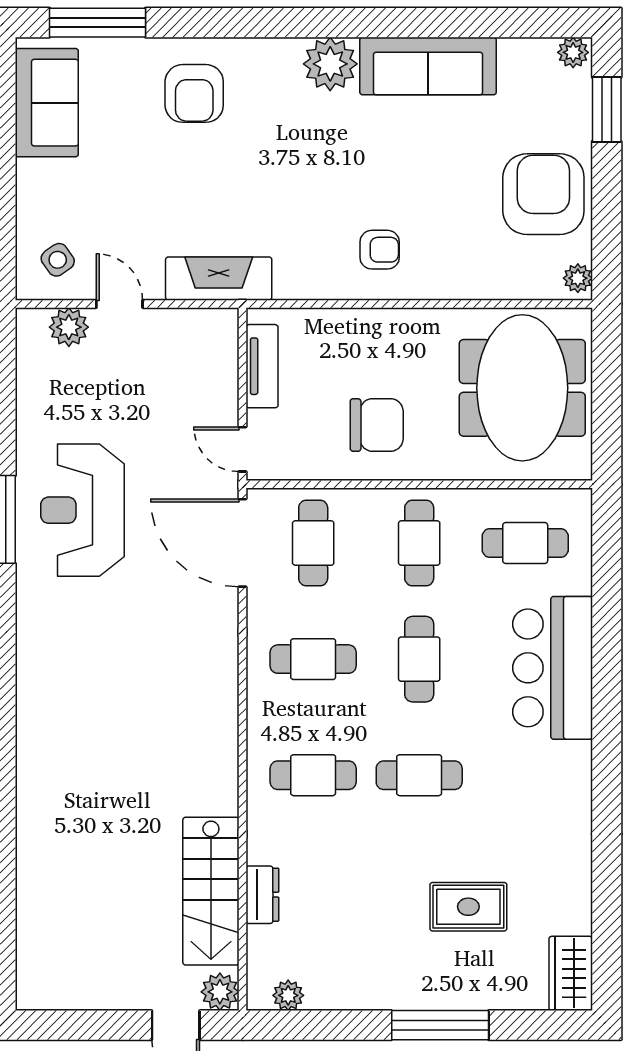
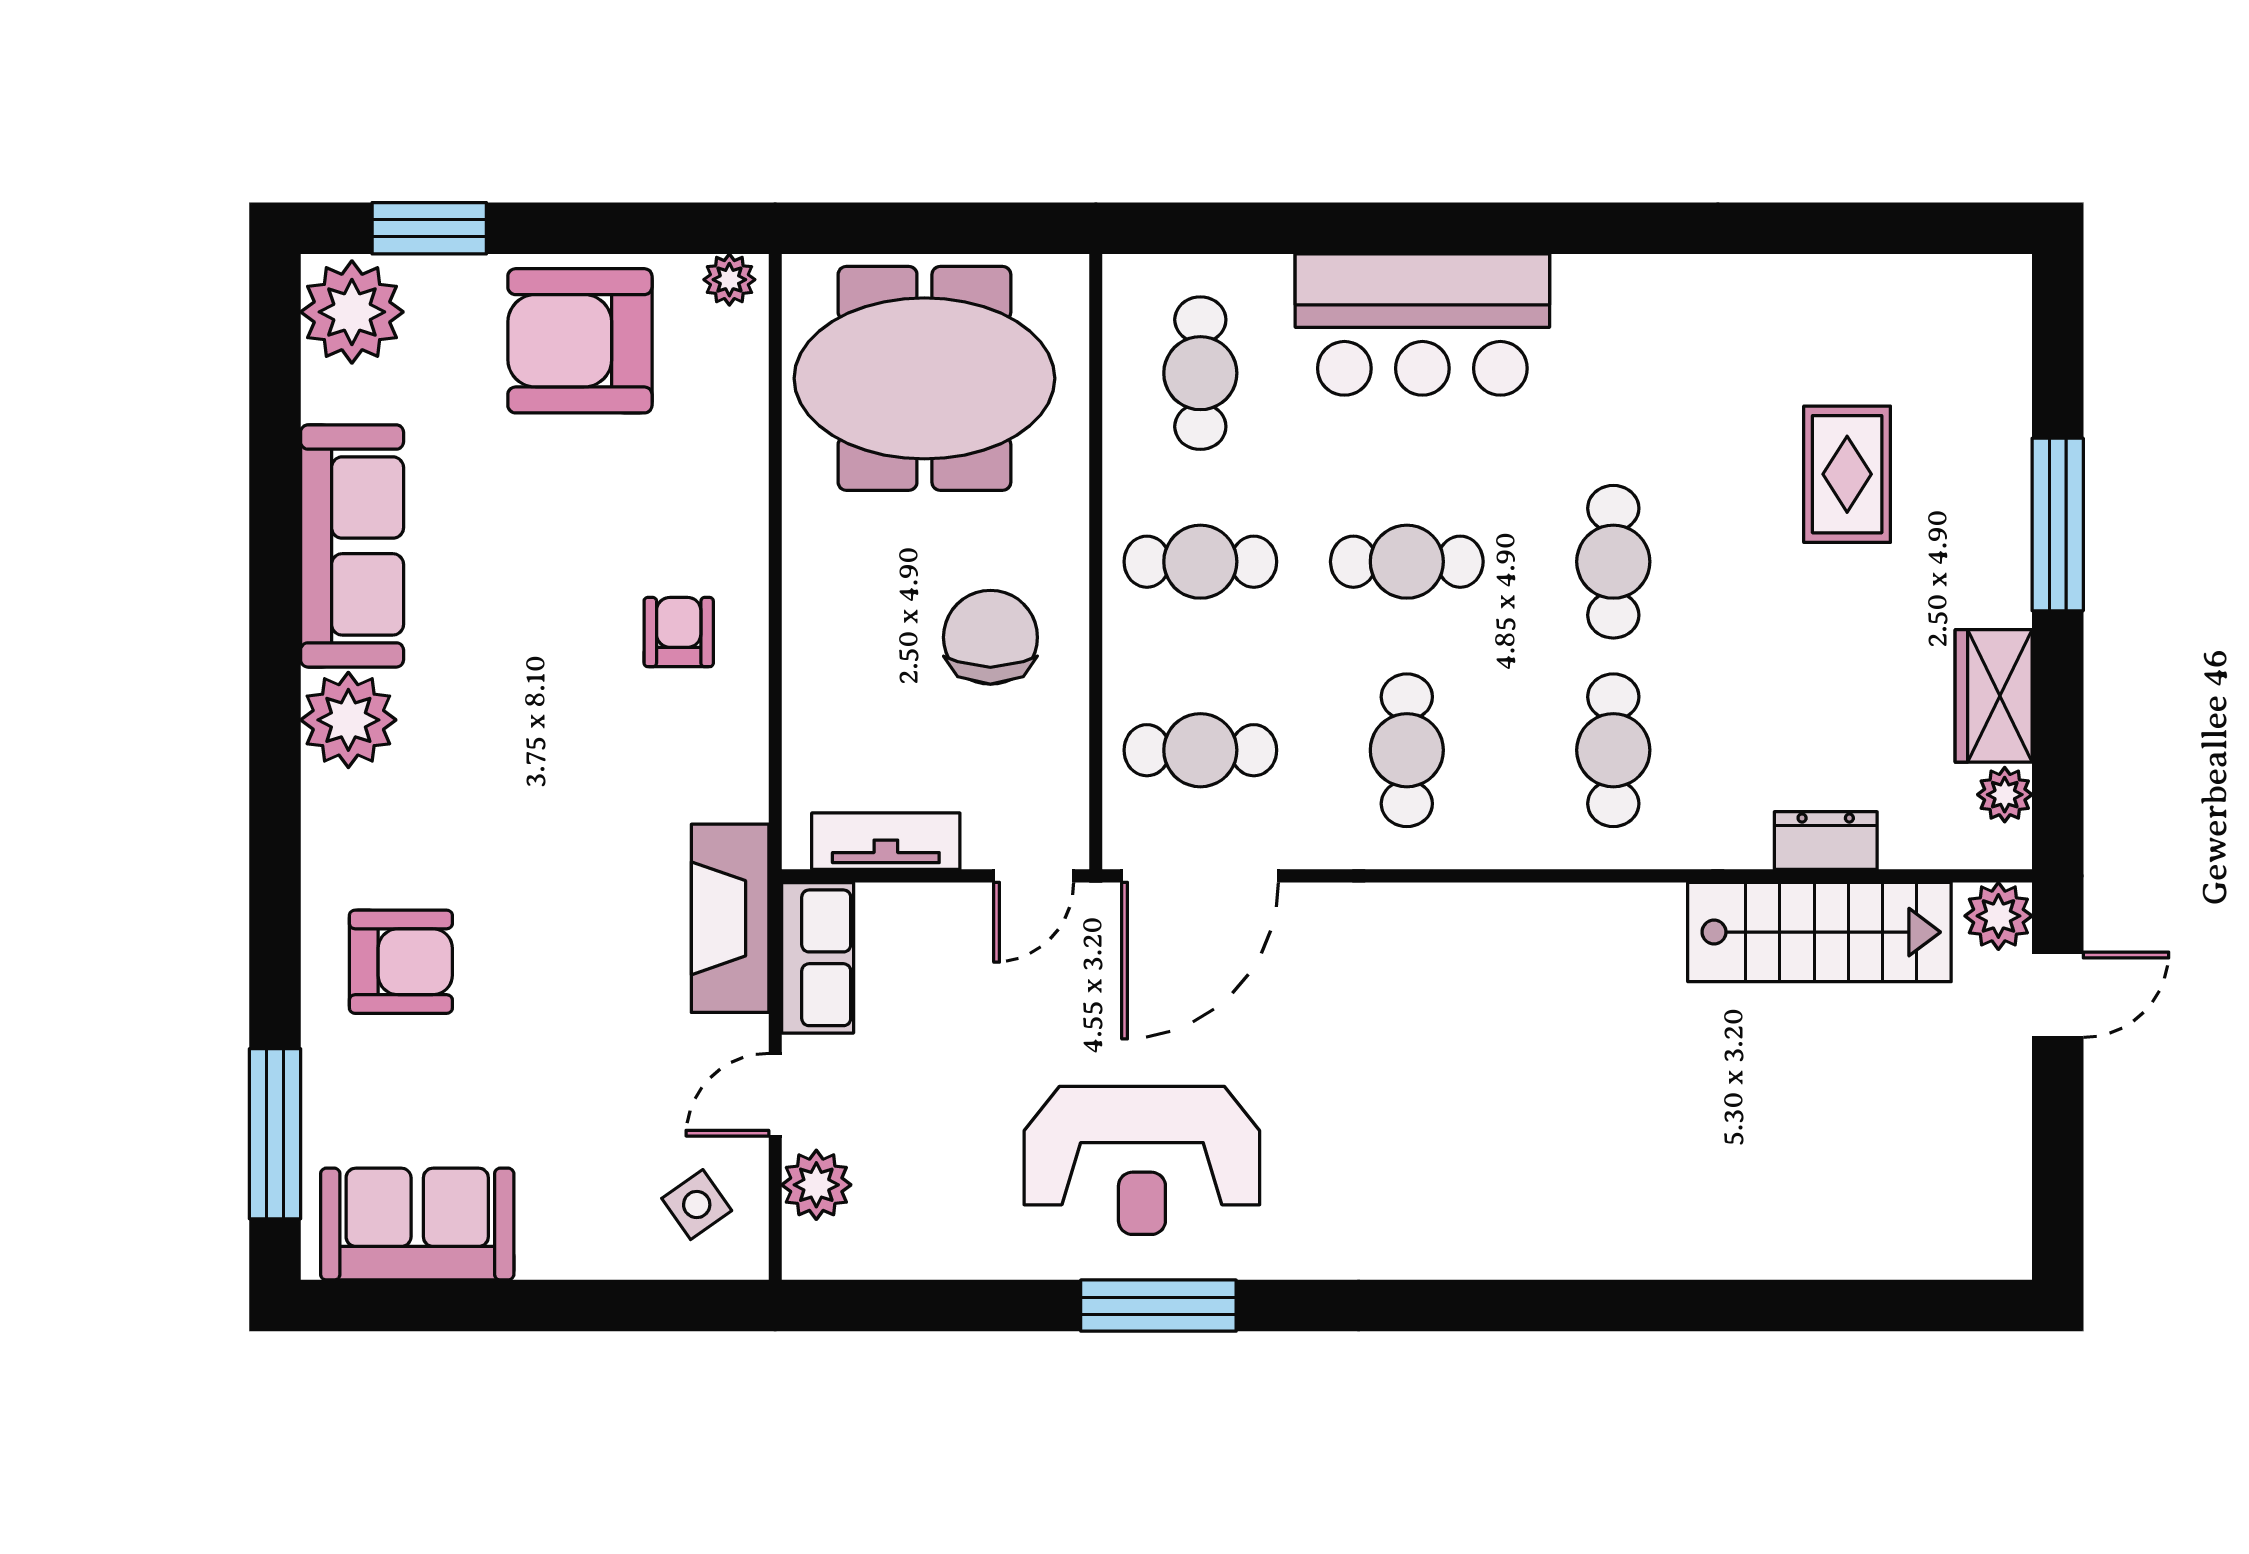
plant: (573, 52) -> (352, 312), width x1.88, depth x1.88
row of seats: (196, 328) -> (818, 958), added
wardrobe: (571, 973) -> (1994, 696), moved, turned 90

